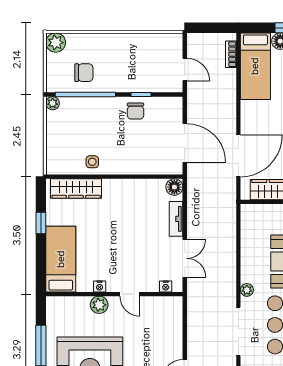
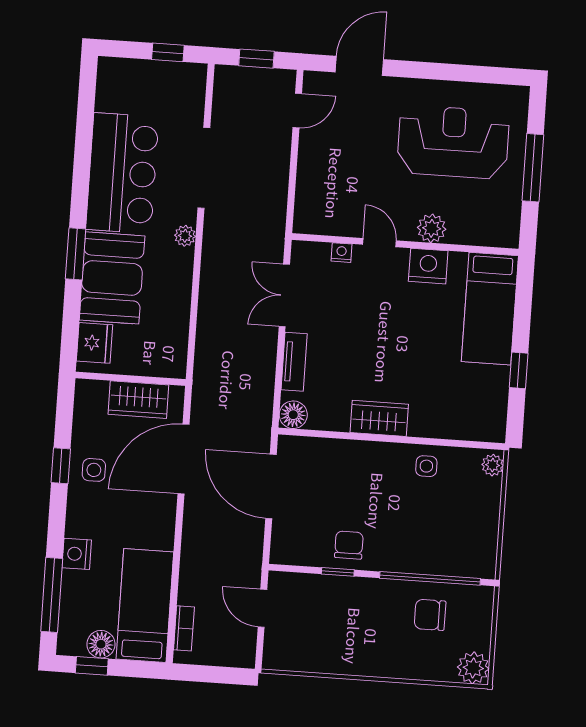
plant: (53, 103) -> (493, 465), moved
wardrobe: (76, 188) -> (379, 418), moved, width x0.67
nightstand: (100, 286) -> (428, 266), width x1.89, depth x1.79
nightstand: (166, 286) -> (341, 253), moved

